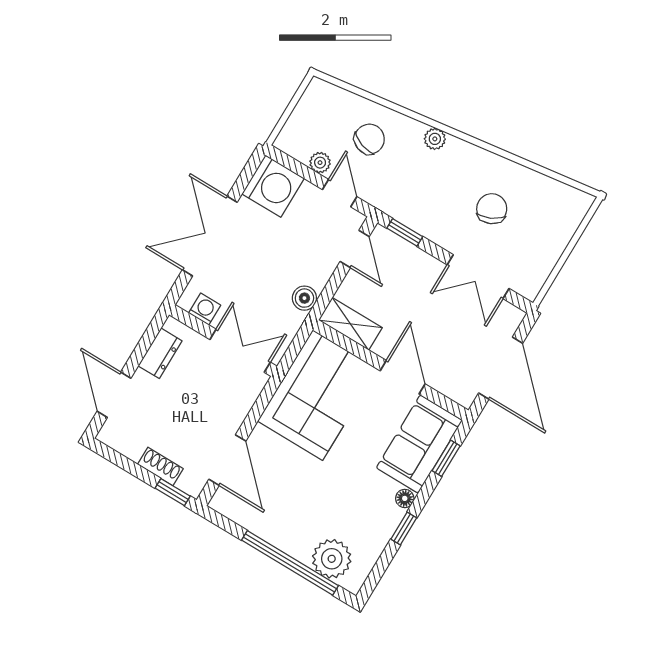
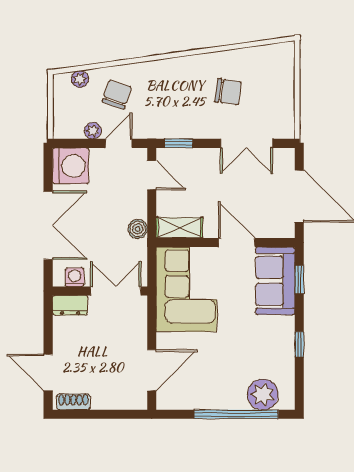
plant: (435, 139) -> (80, 79), moved
door: (340, 193) -> (119, 143), hinge flipped
chair: (492, 209) -> (228, 92), turned 123
double door: (210, 236) -> (48, 225), swing flipped
dresser: (160, 353) -> (70, 305), moved, turned 90
door: (227, 460) -> (152, 370), hinge flipped
shoe rack: (160, 466) -> (73, 402), moved
window: (173, 492) -> (128, 414), removed
floor lamp: (405, 498) -> (288, 324), removed

